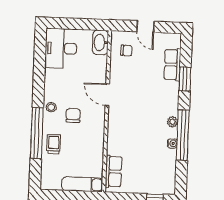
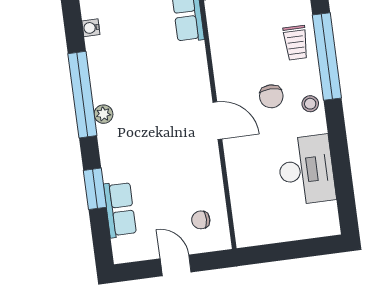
washbasin: (100, 42) -> (246, 226), removed
desk: (61, 48) -> (306, 170), moved
door: (107, 95) -> (217, 121), moved
water cooler: (172, 143) -> (91, 28), moved

